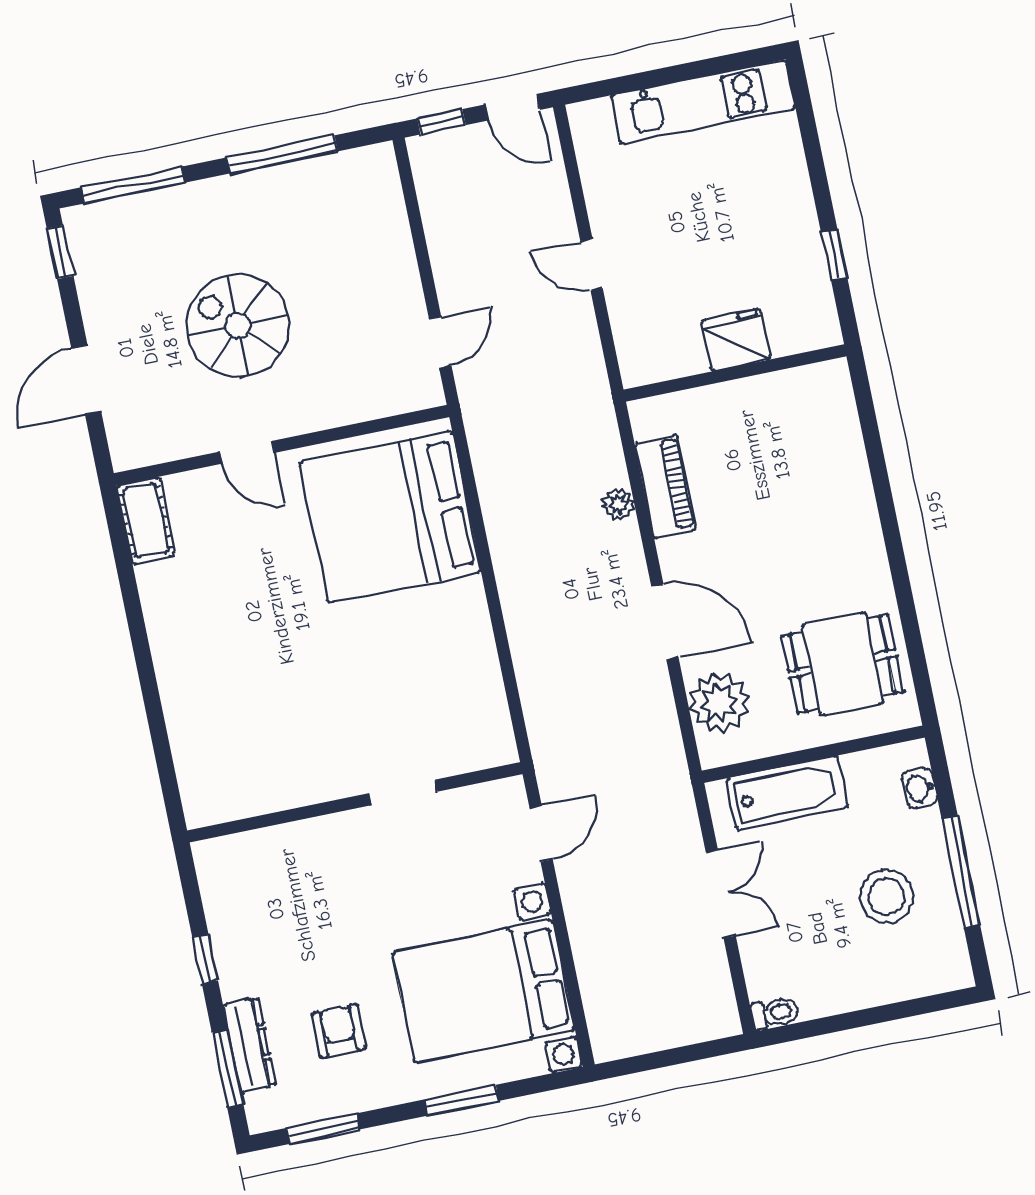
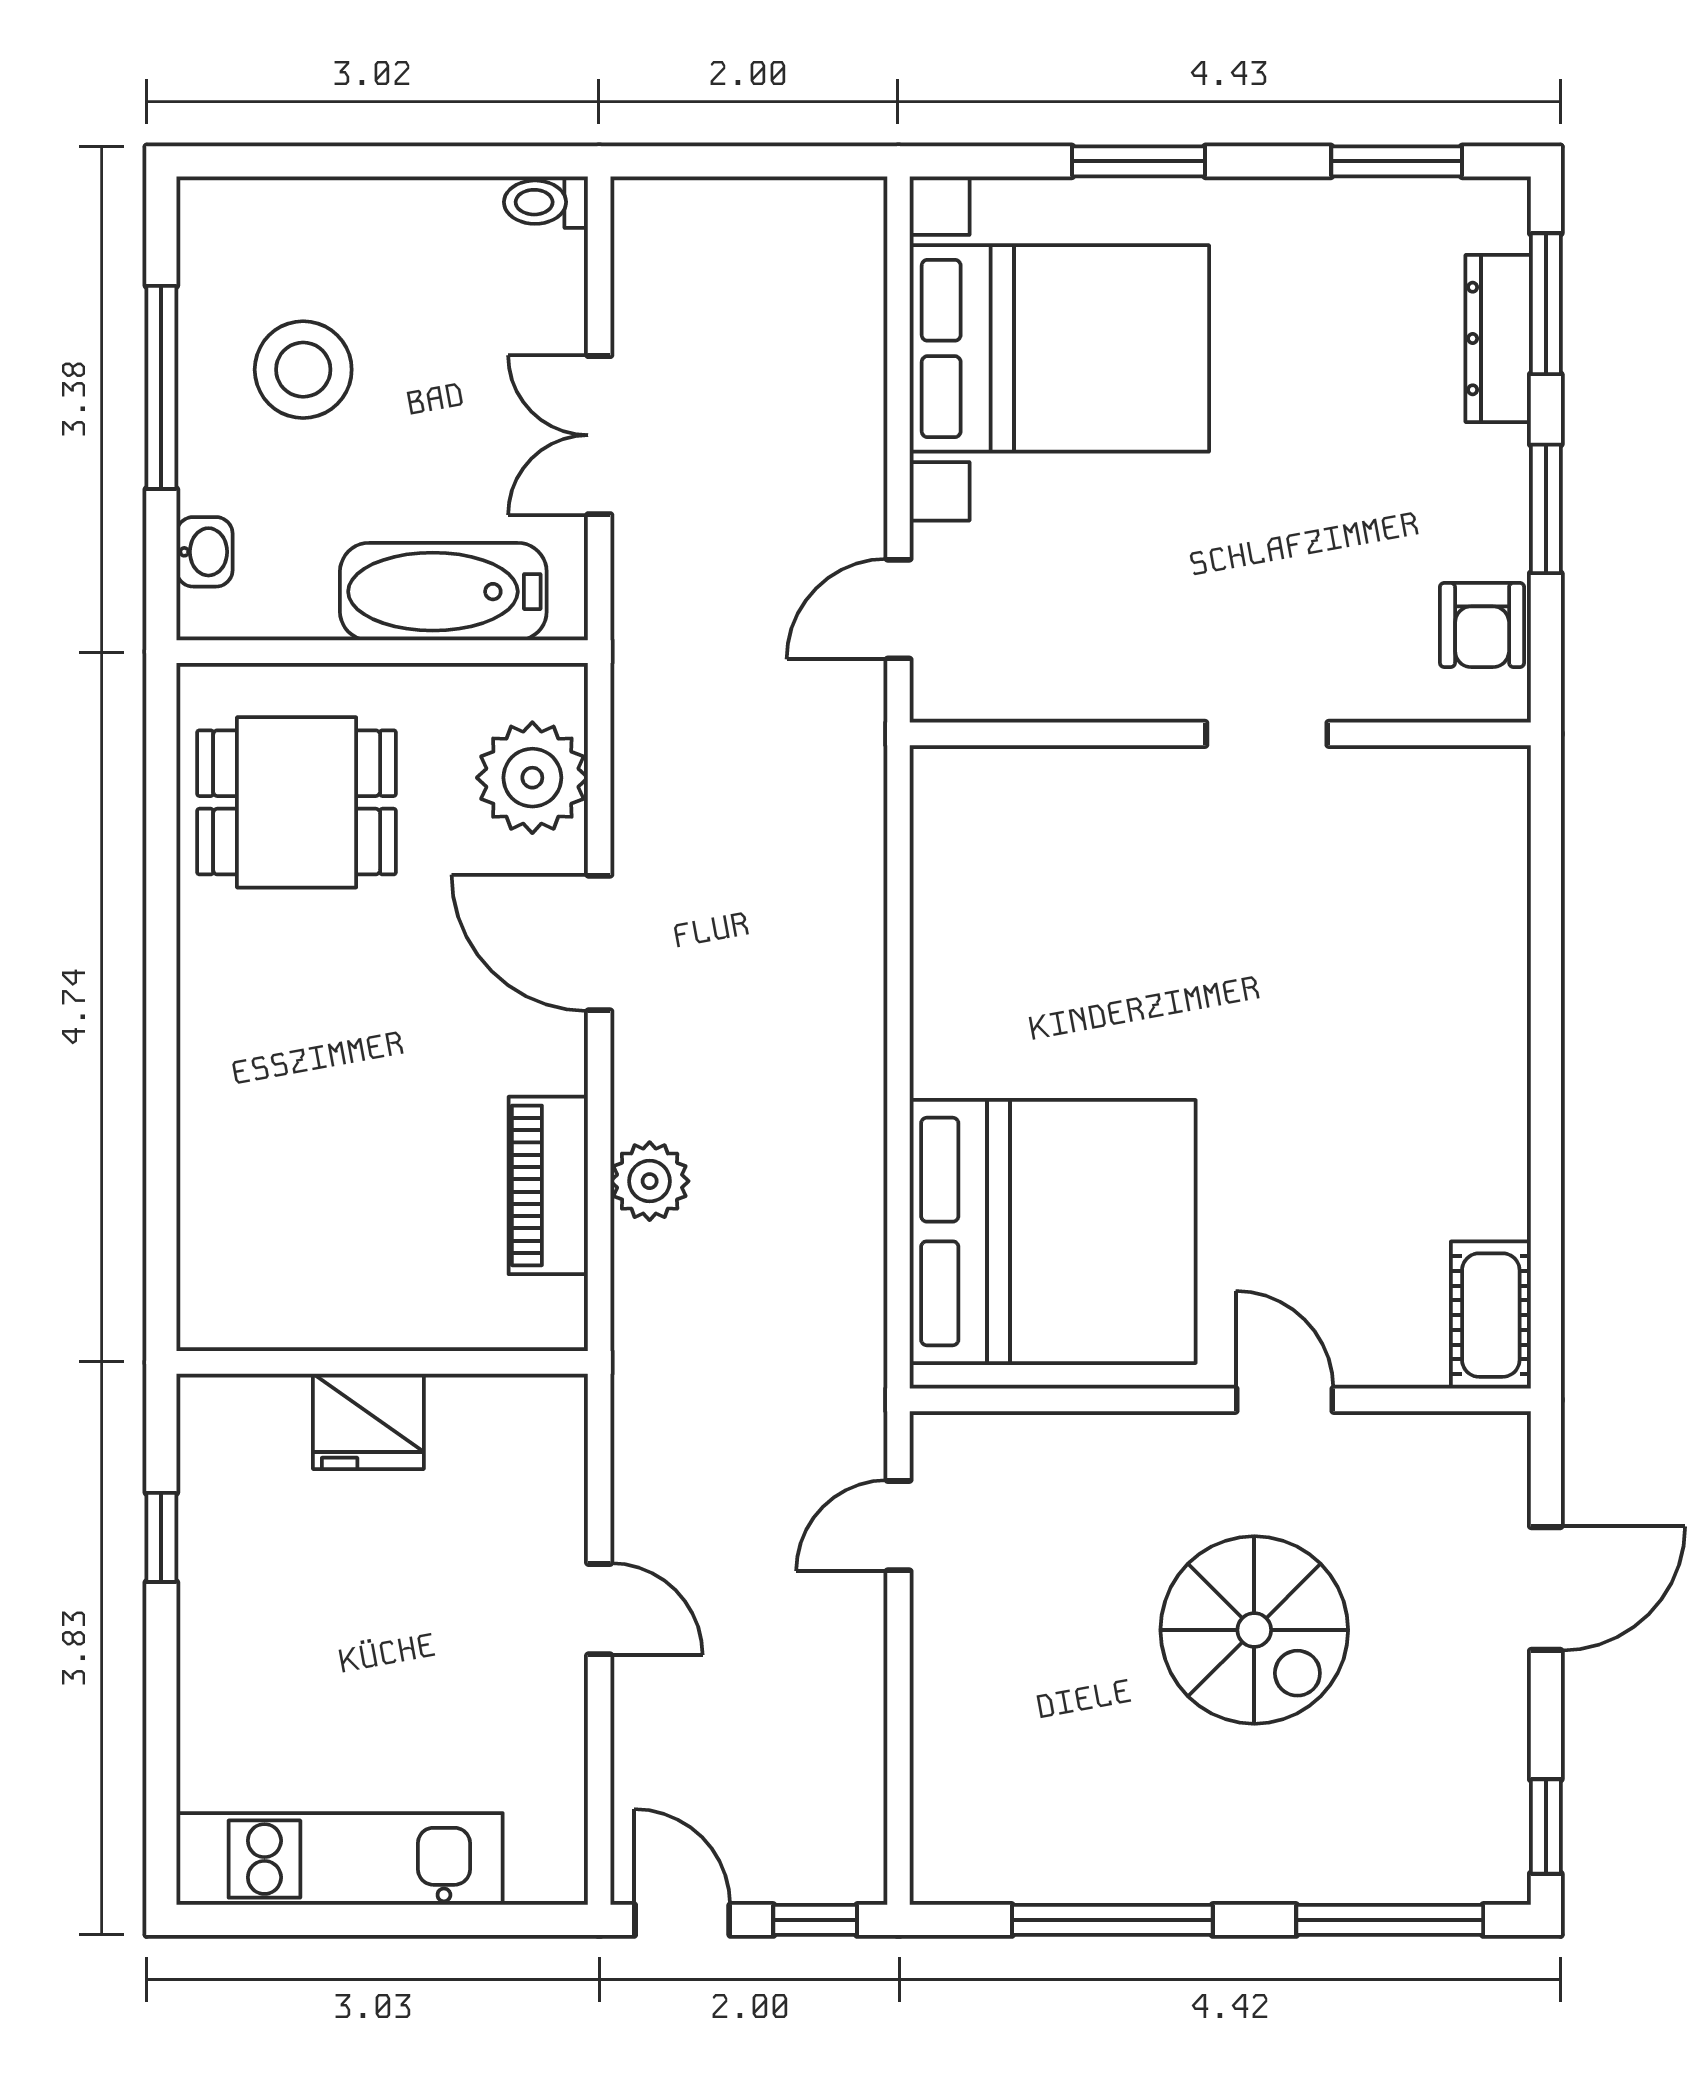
plant: (619, 504) -> (650, 1181), width x1.38, depth x1.38
doorway: (403, 792) -> (1267, 734), moved
window: (205, 959) -> (1546, 509), width x1.50
armchair: (339, 1031) -> (1482, 625), moved

